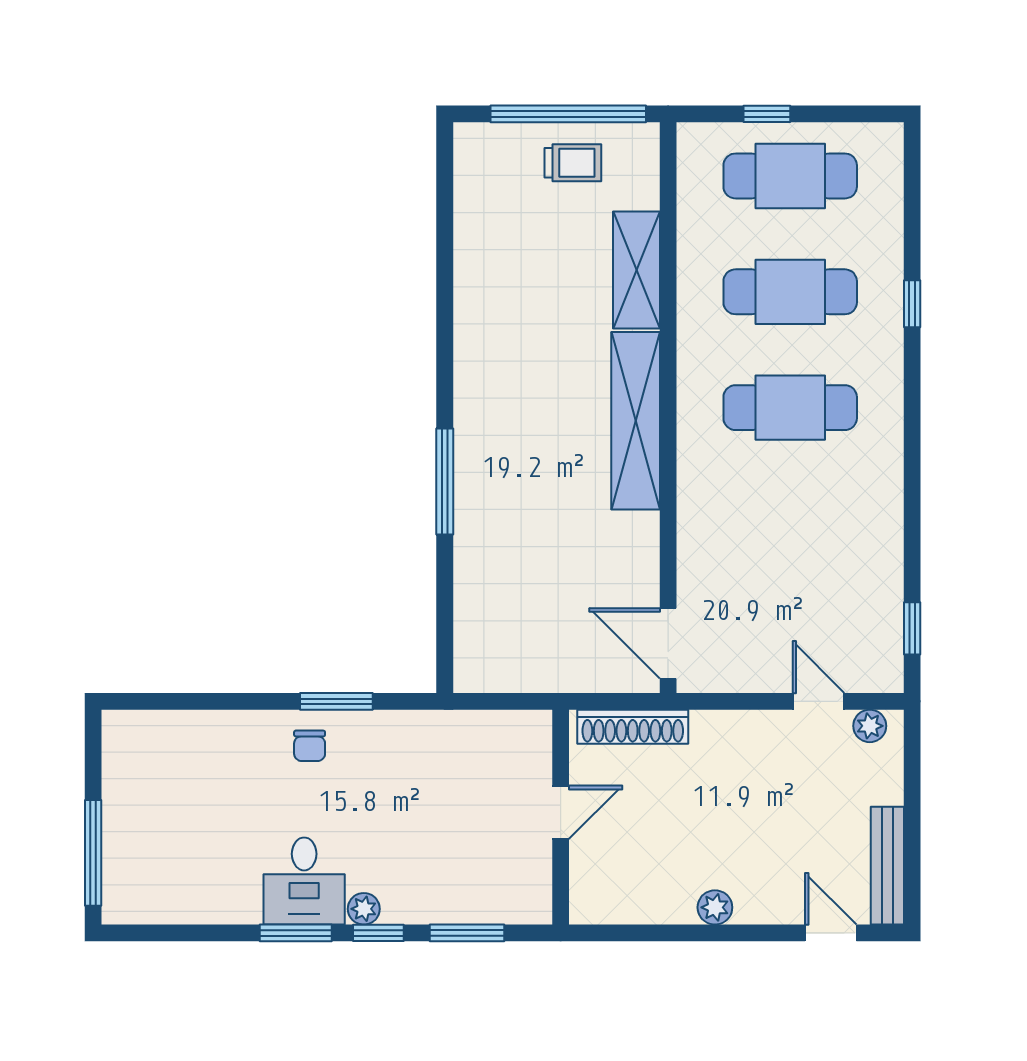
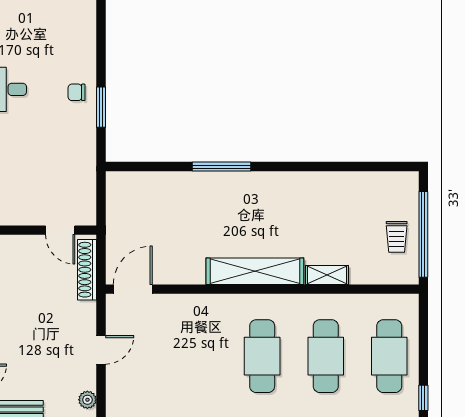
window: (767, 114) -> (423, 398), moved
shelving: (636, 270) -> (327, 275), width x0.67, depth x0.75
door: (818, 701) -> (101, 350), moved
door: (561, 812) -> (60, 230), moved

